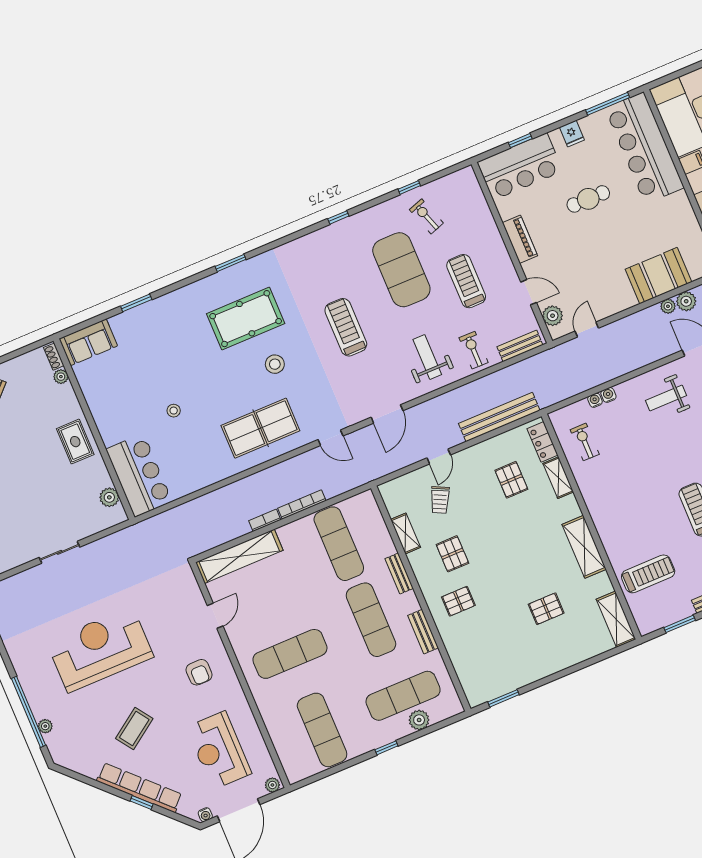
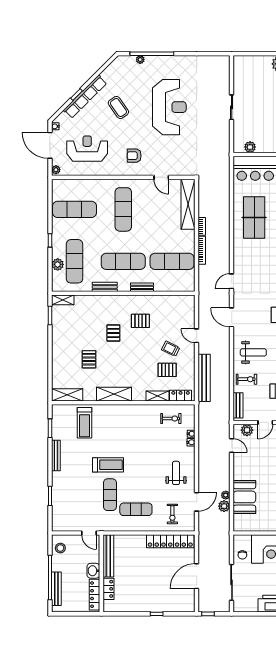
table tennis table: (260, 428) -> (254, 217), moved
trolley: (440, 500) -> (171, 349), moved
shelving: (405, 533) -> (63, 300), moved
pallet: (458, 601) -> (113, 333), moved

